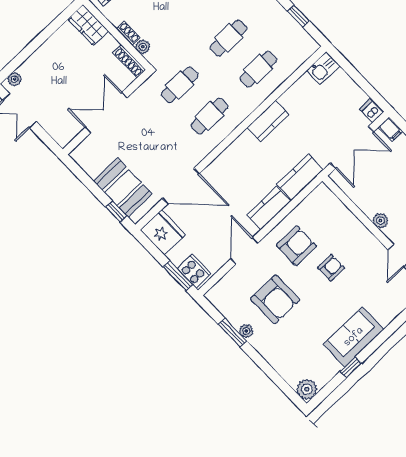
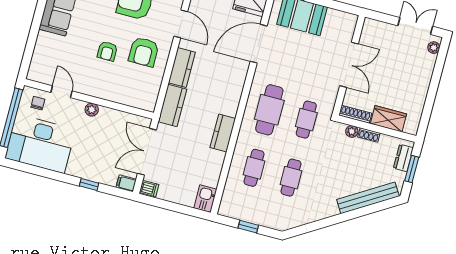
wardrobe: (88, 25) -> (389, 119), moved
cafe table: (209, 116) -> (269, 110), width x1.37, depth x1.35

